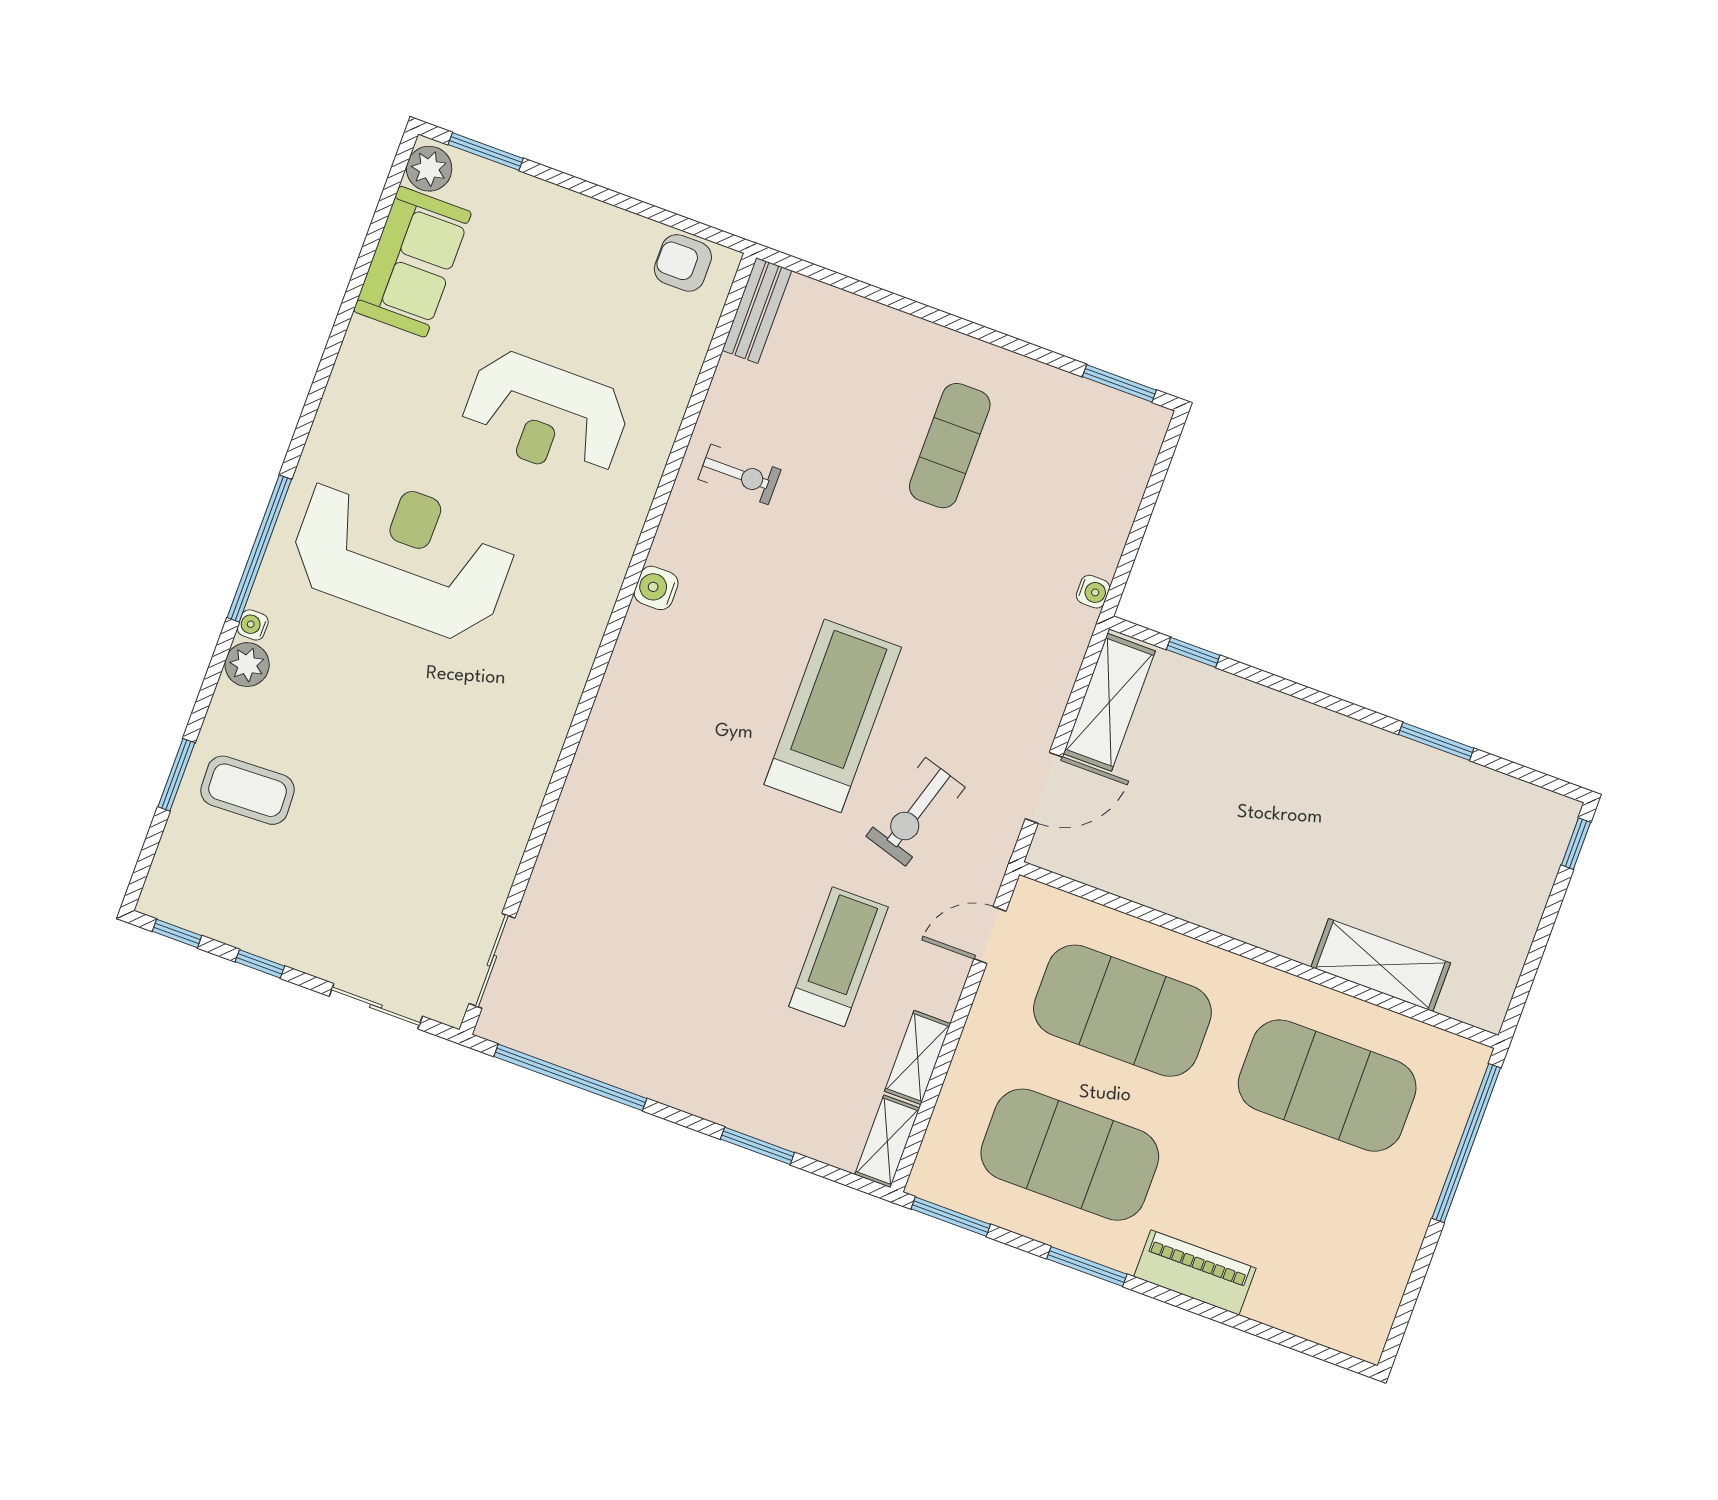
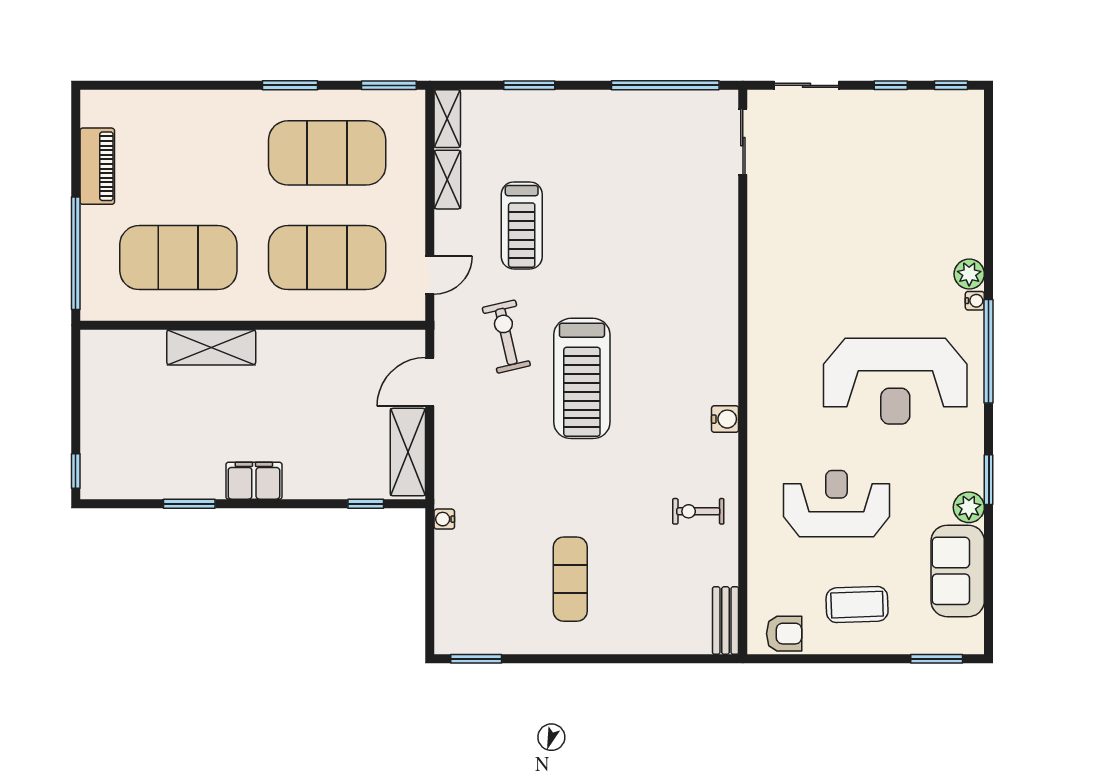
plant: (429, 169) -> (969, 507), moved
filing cabinet: (1336, 740) -> (254, 481), added
window: (176, 775) -> (989, 480), moved
coffee table: (248, 790) -> (857, 605), moved
exercise bike: (916, 812) -> (506, 337), turned -30
shelving: (1381, 965) -> (211, 347), moved
piano: (1195, 1272) -> (97, 166), moved, turned -90

